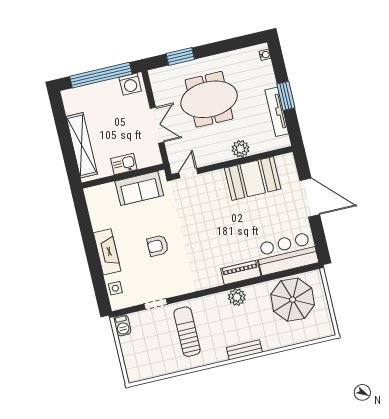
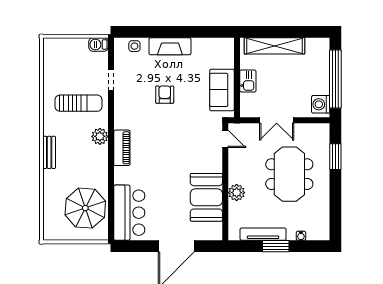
water cooler: (265, 55) -> (301, 236), moved
piano: (241, 272) -> (122, 148), moved
plant: (237, 297) -> (100, 136), moved

